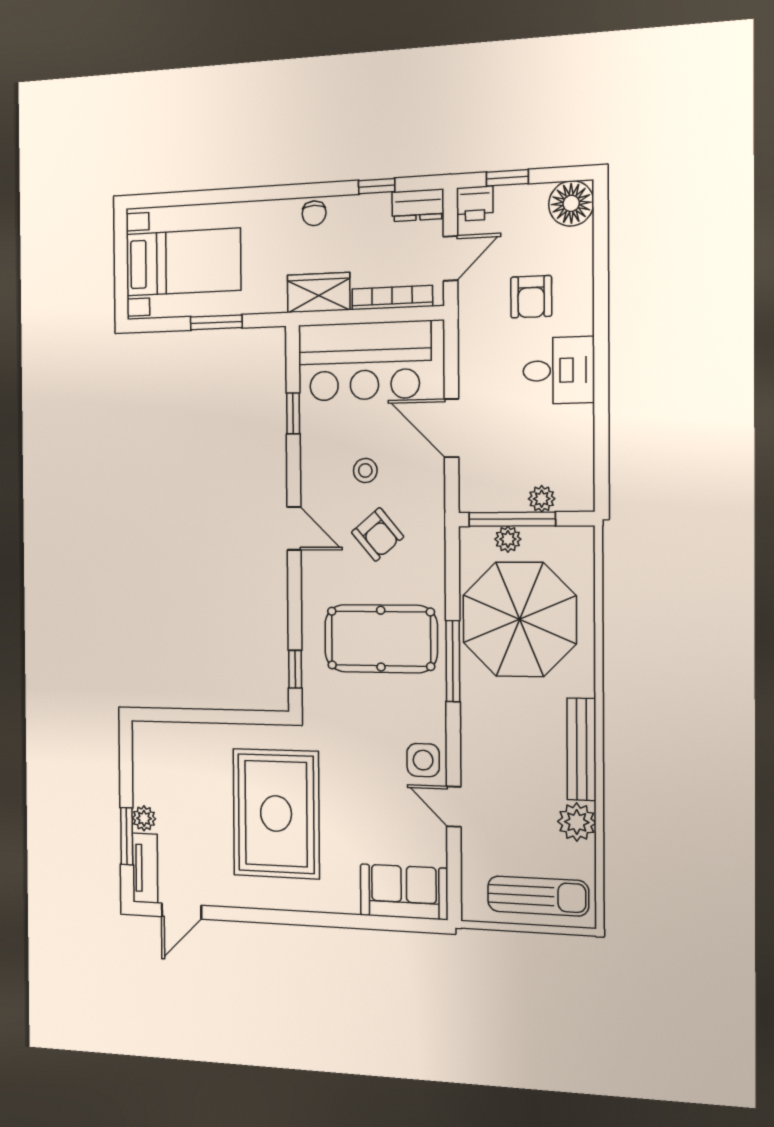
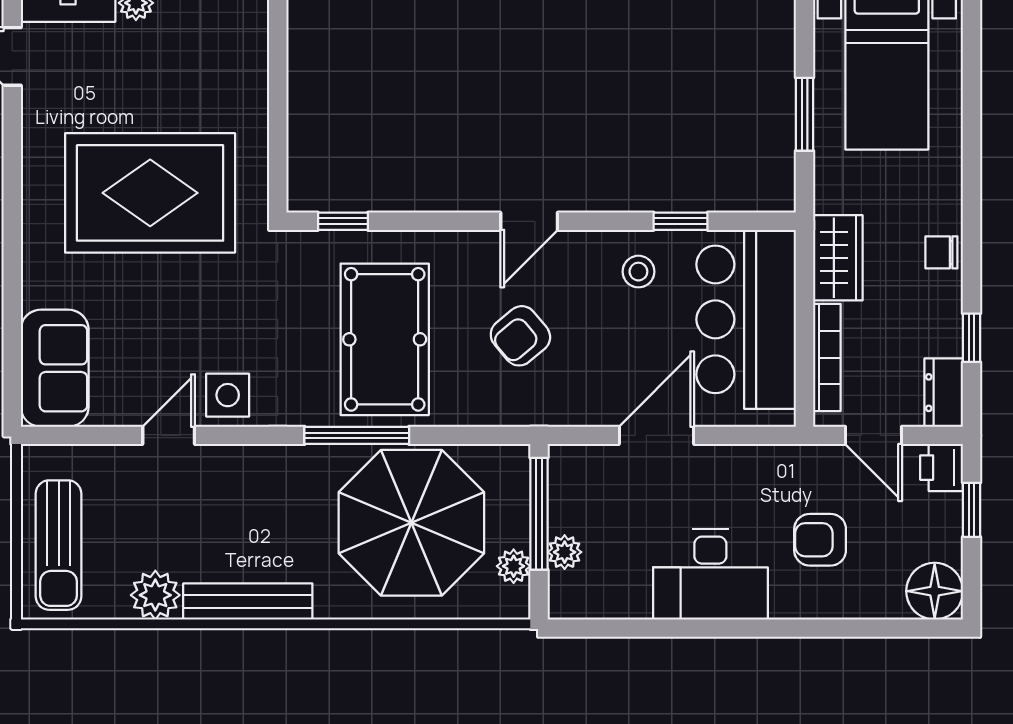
desk: (559, 370) -> (710, 574), width x1.37
stool: (365, 471) -> (638, 272), moved
plant: (508, 539) -> (514, 566), moved

